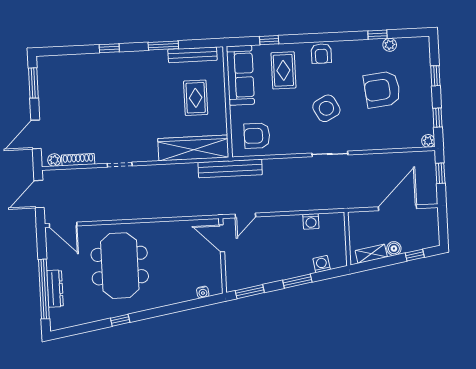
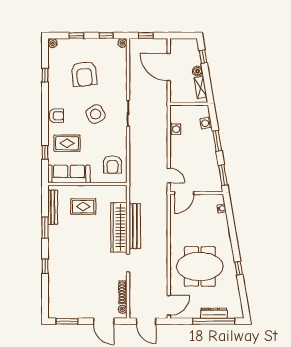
plant: (390, 45) -> (53, 43), moved
wardrobe: (193, 148) -> (119, 227), moved
bench: (230, 169) -> (135, 226), moved

